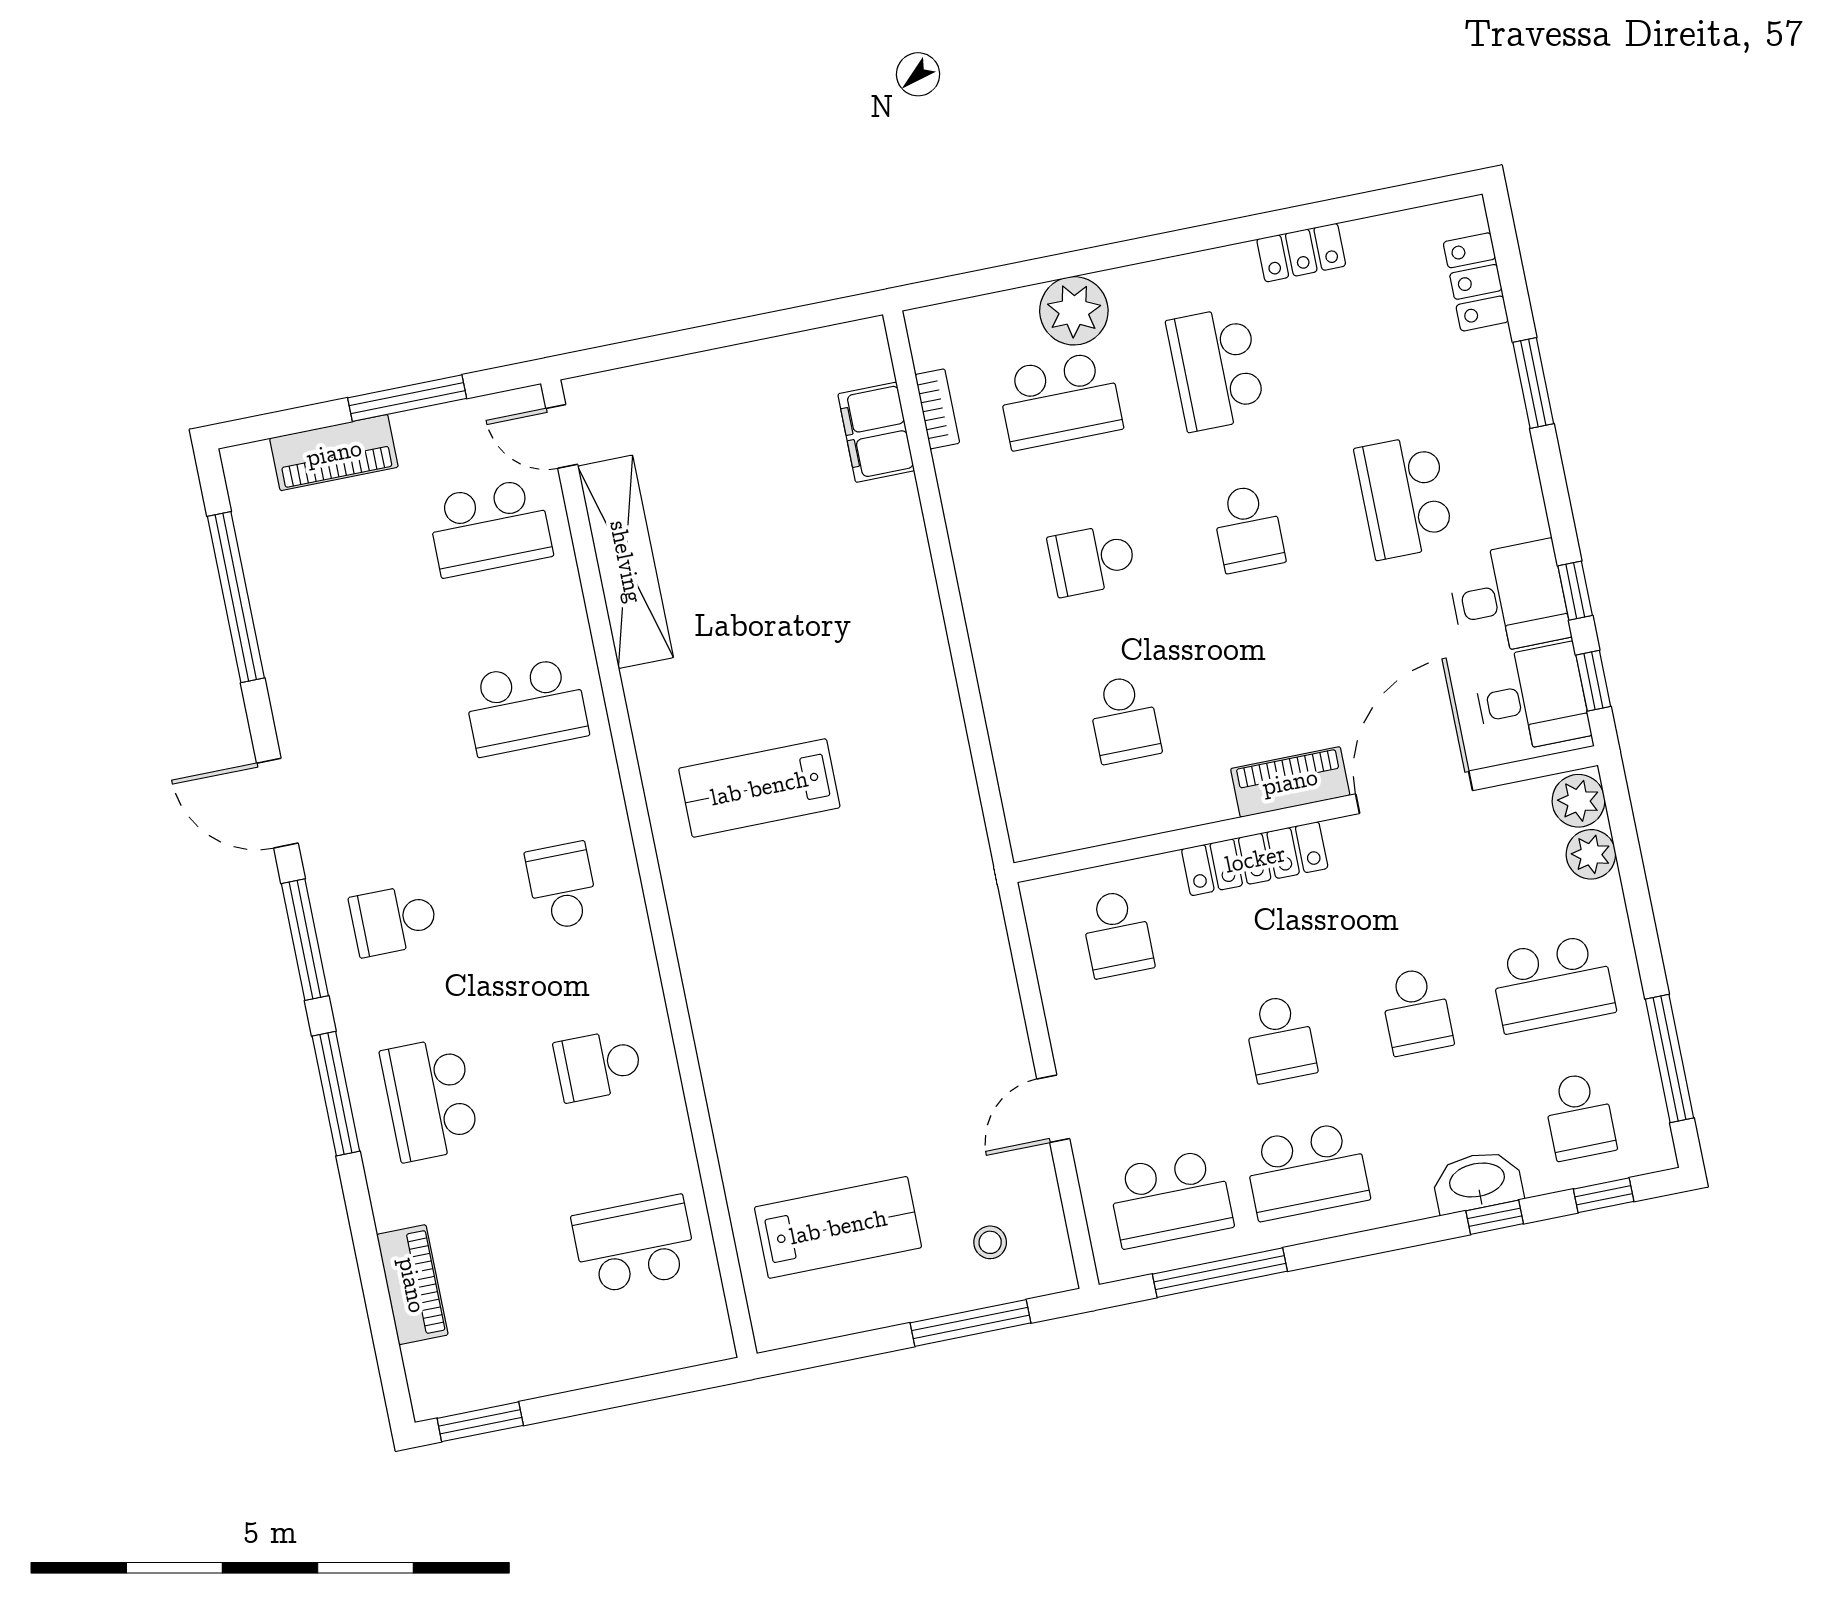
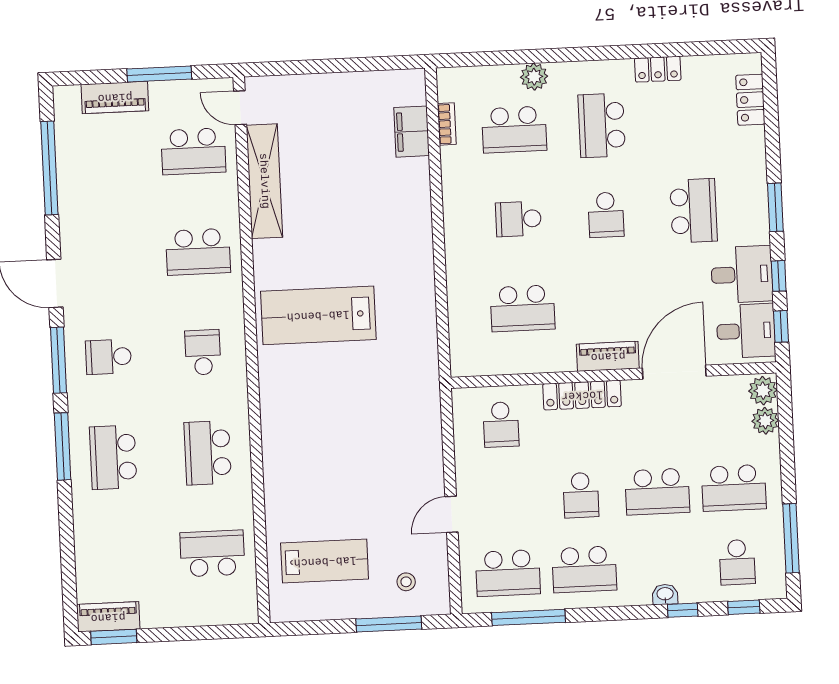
plant: (1074, 311) -> (534, 77), width x0.73, depth x0.73
window: (1533, 383) -> (775, 207), moved
school desk: (1404, 497) -> (693, 211), turned 180
school desk: (1124, 719) -> (523, 308), width x1.85
lab bench: (759, 788) -> (318, 315), width x1.36, depth x1.39
school desk: (1416, 1011) -> (657, 492), width x1.85
school desk: (598, 1065) -> (208, 453), width x1.85
washbasin: (1477, 1182) -> (665, 594), width x0.52, depth x0.69
piano: (412, 1285) -> (108, 617), moved, turned -90

